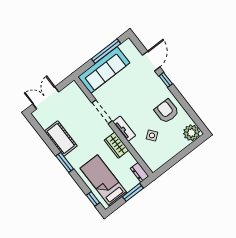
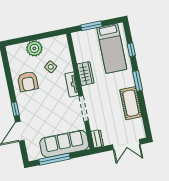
plant: (192, 133) -> (34, 48), moved
dresser: (140, 172) -> (97, 139), moved
window: (93, 199) -> (131, 50), moved

